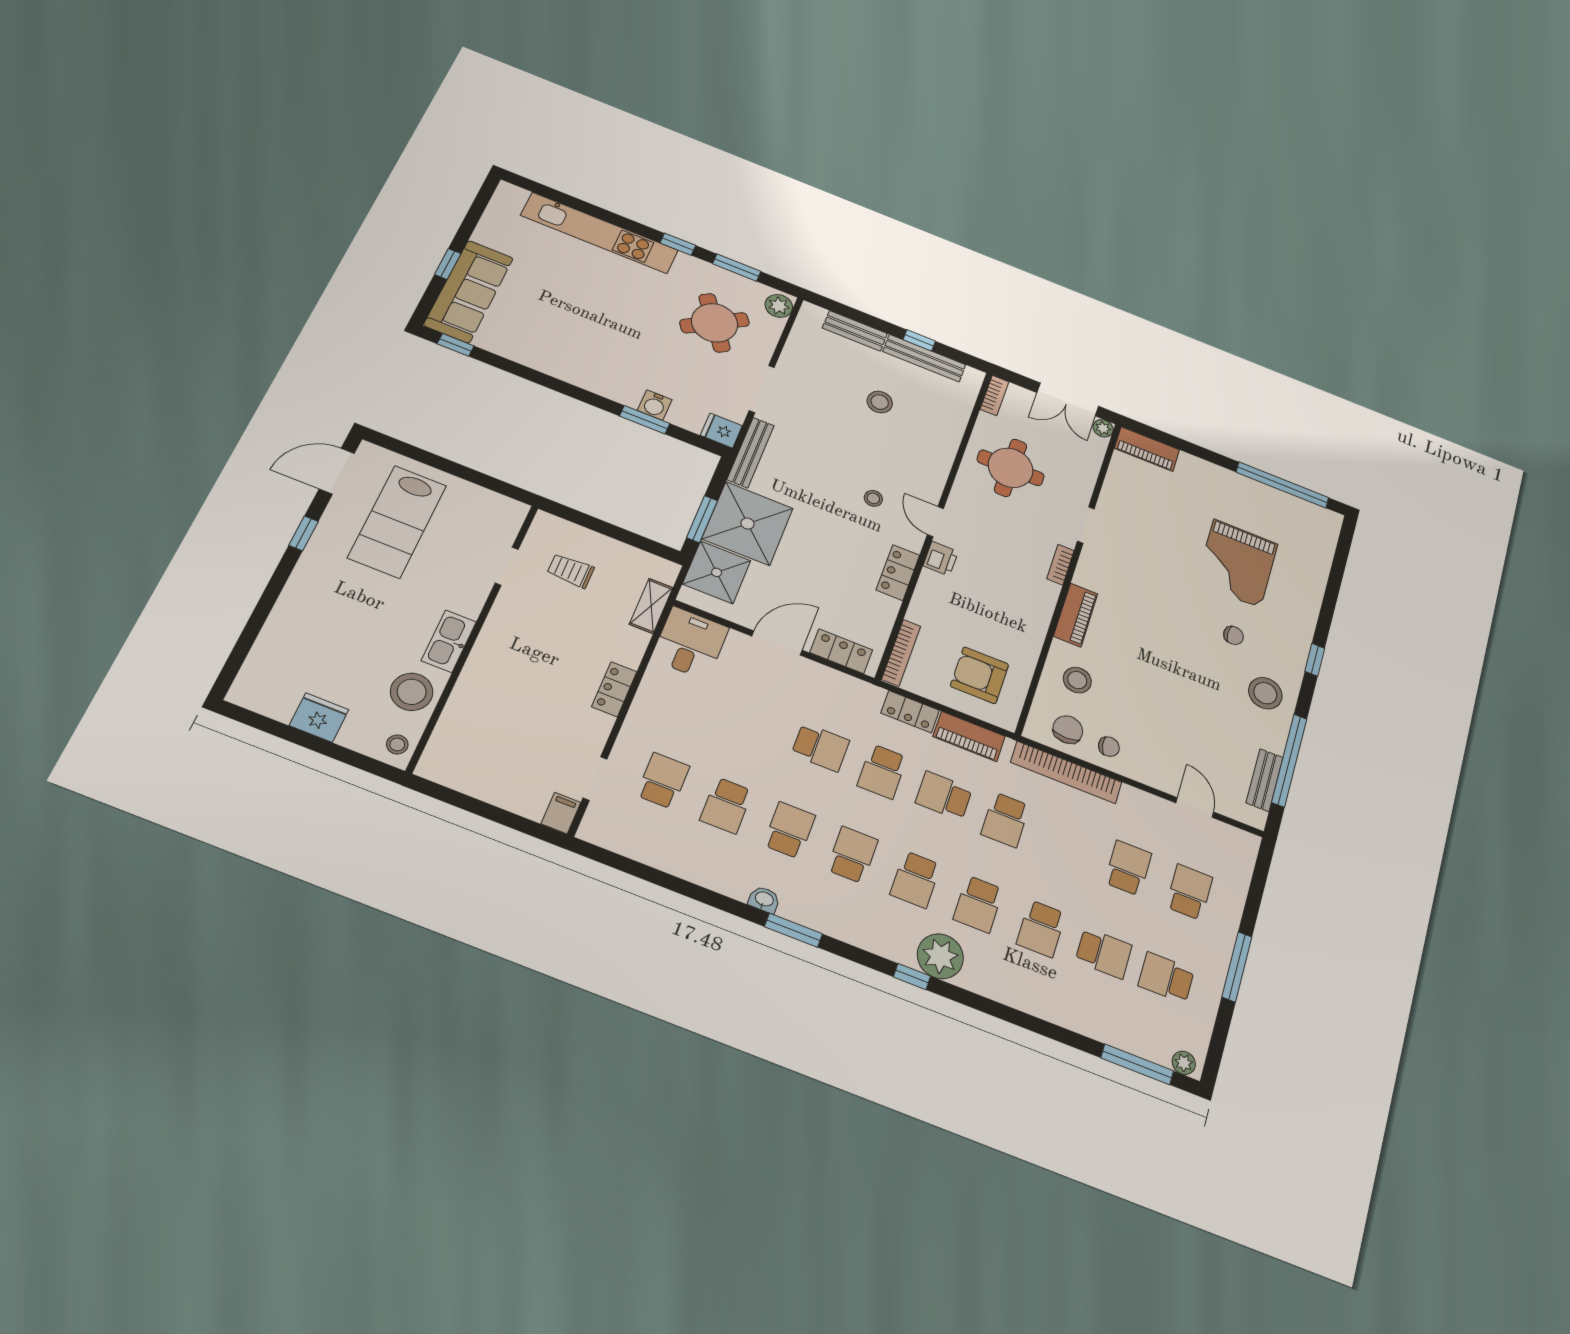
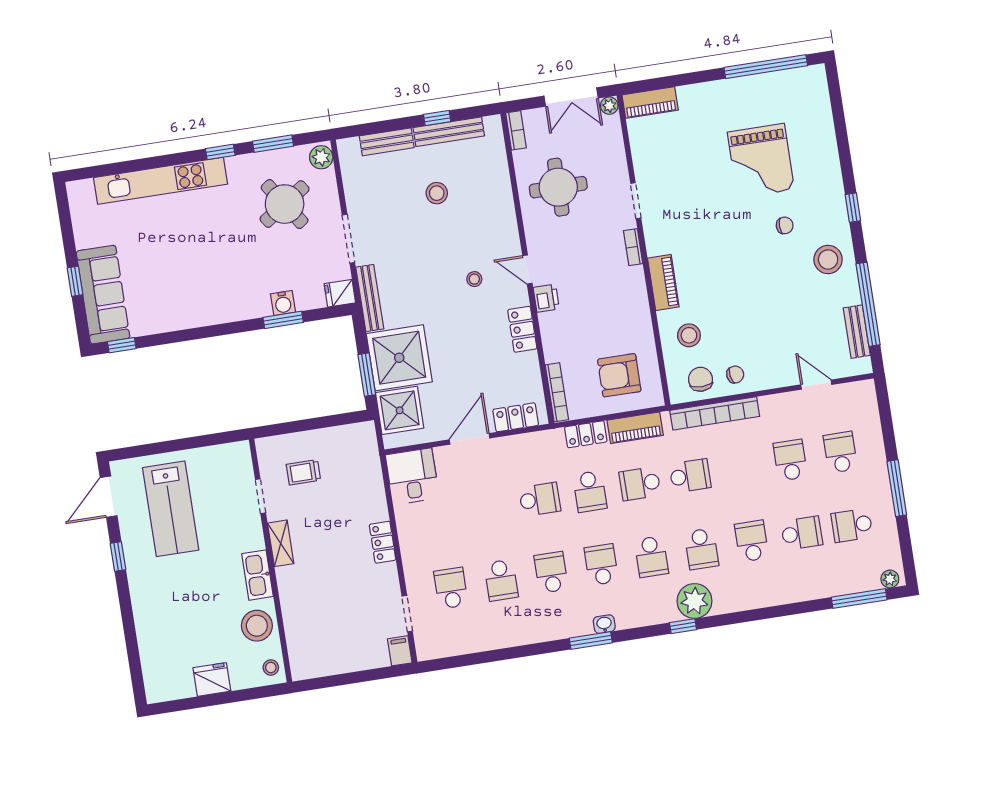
shelving: (651, 606) -> (281, 543), moved
school desk: (1005, 820) -> (690, 476), turned -90
washbasin: (764, 900) -> (604, 624), moved
school desk: (1041, 929) -> (752, 541), turned 180

